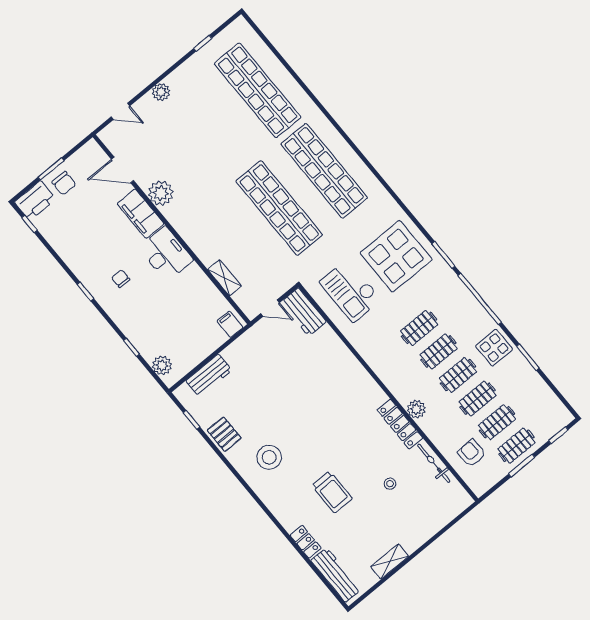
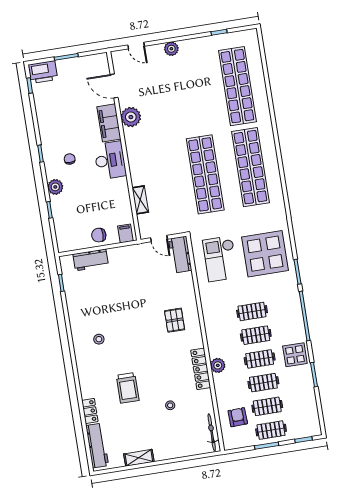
chair: (64, 183) -> (99, 235), moved, turned 90
plant: (162, 365) -> (55, 187), moved
pallet: (224, 434) -> (175, 320), moved
stool: (269, 457) -> (99, 339), width x0.53, depth x0.53
bicycle: (434, 463) -> (212, 432), moved

